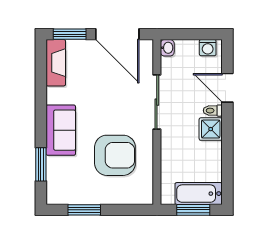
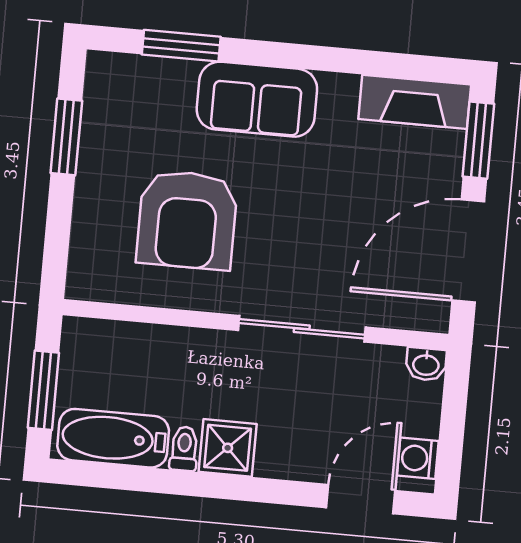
door: (227, 88) -> (361, 499), moved
toilet: (213, 111) -> (184, 449), moved
bathtub: (199, 194) -> (113, 438), moved, turned -90

